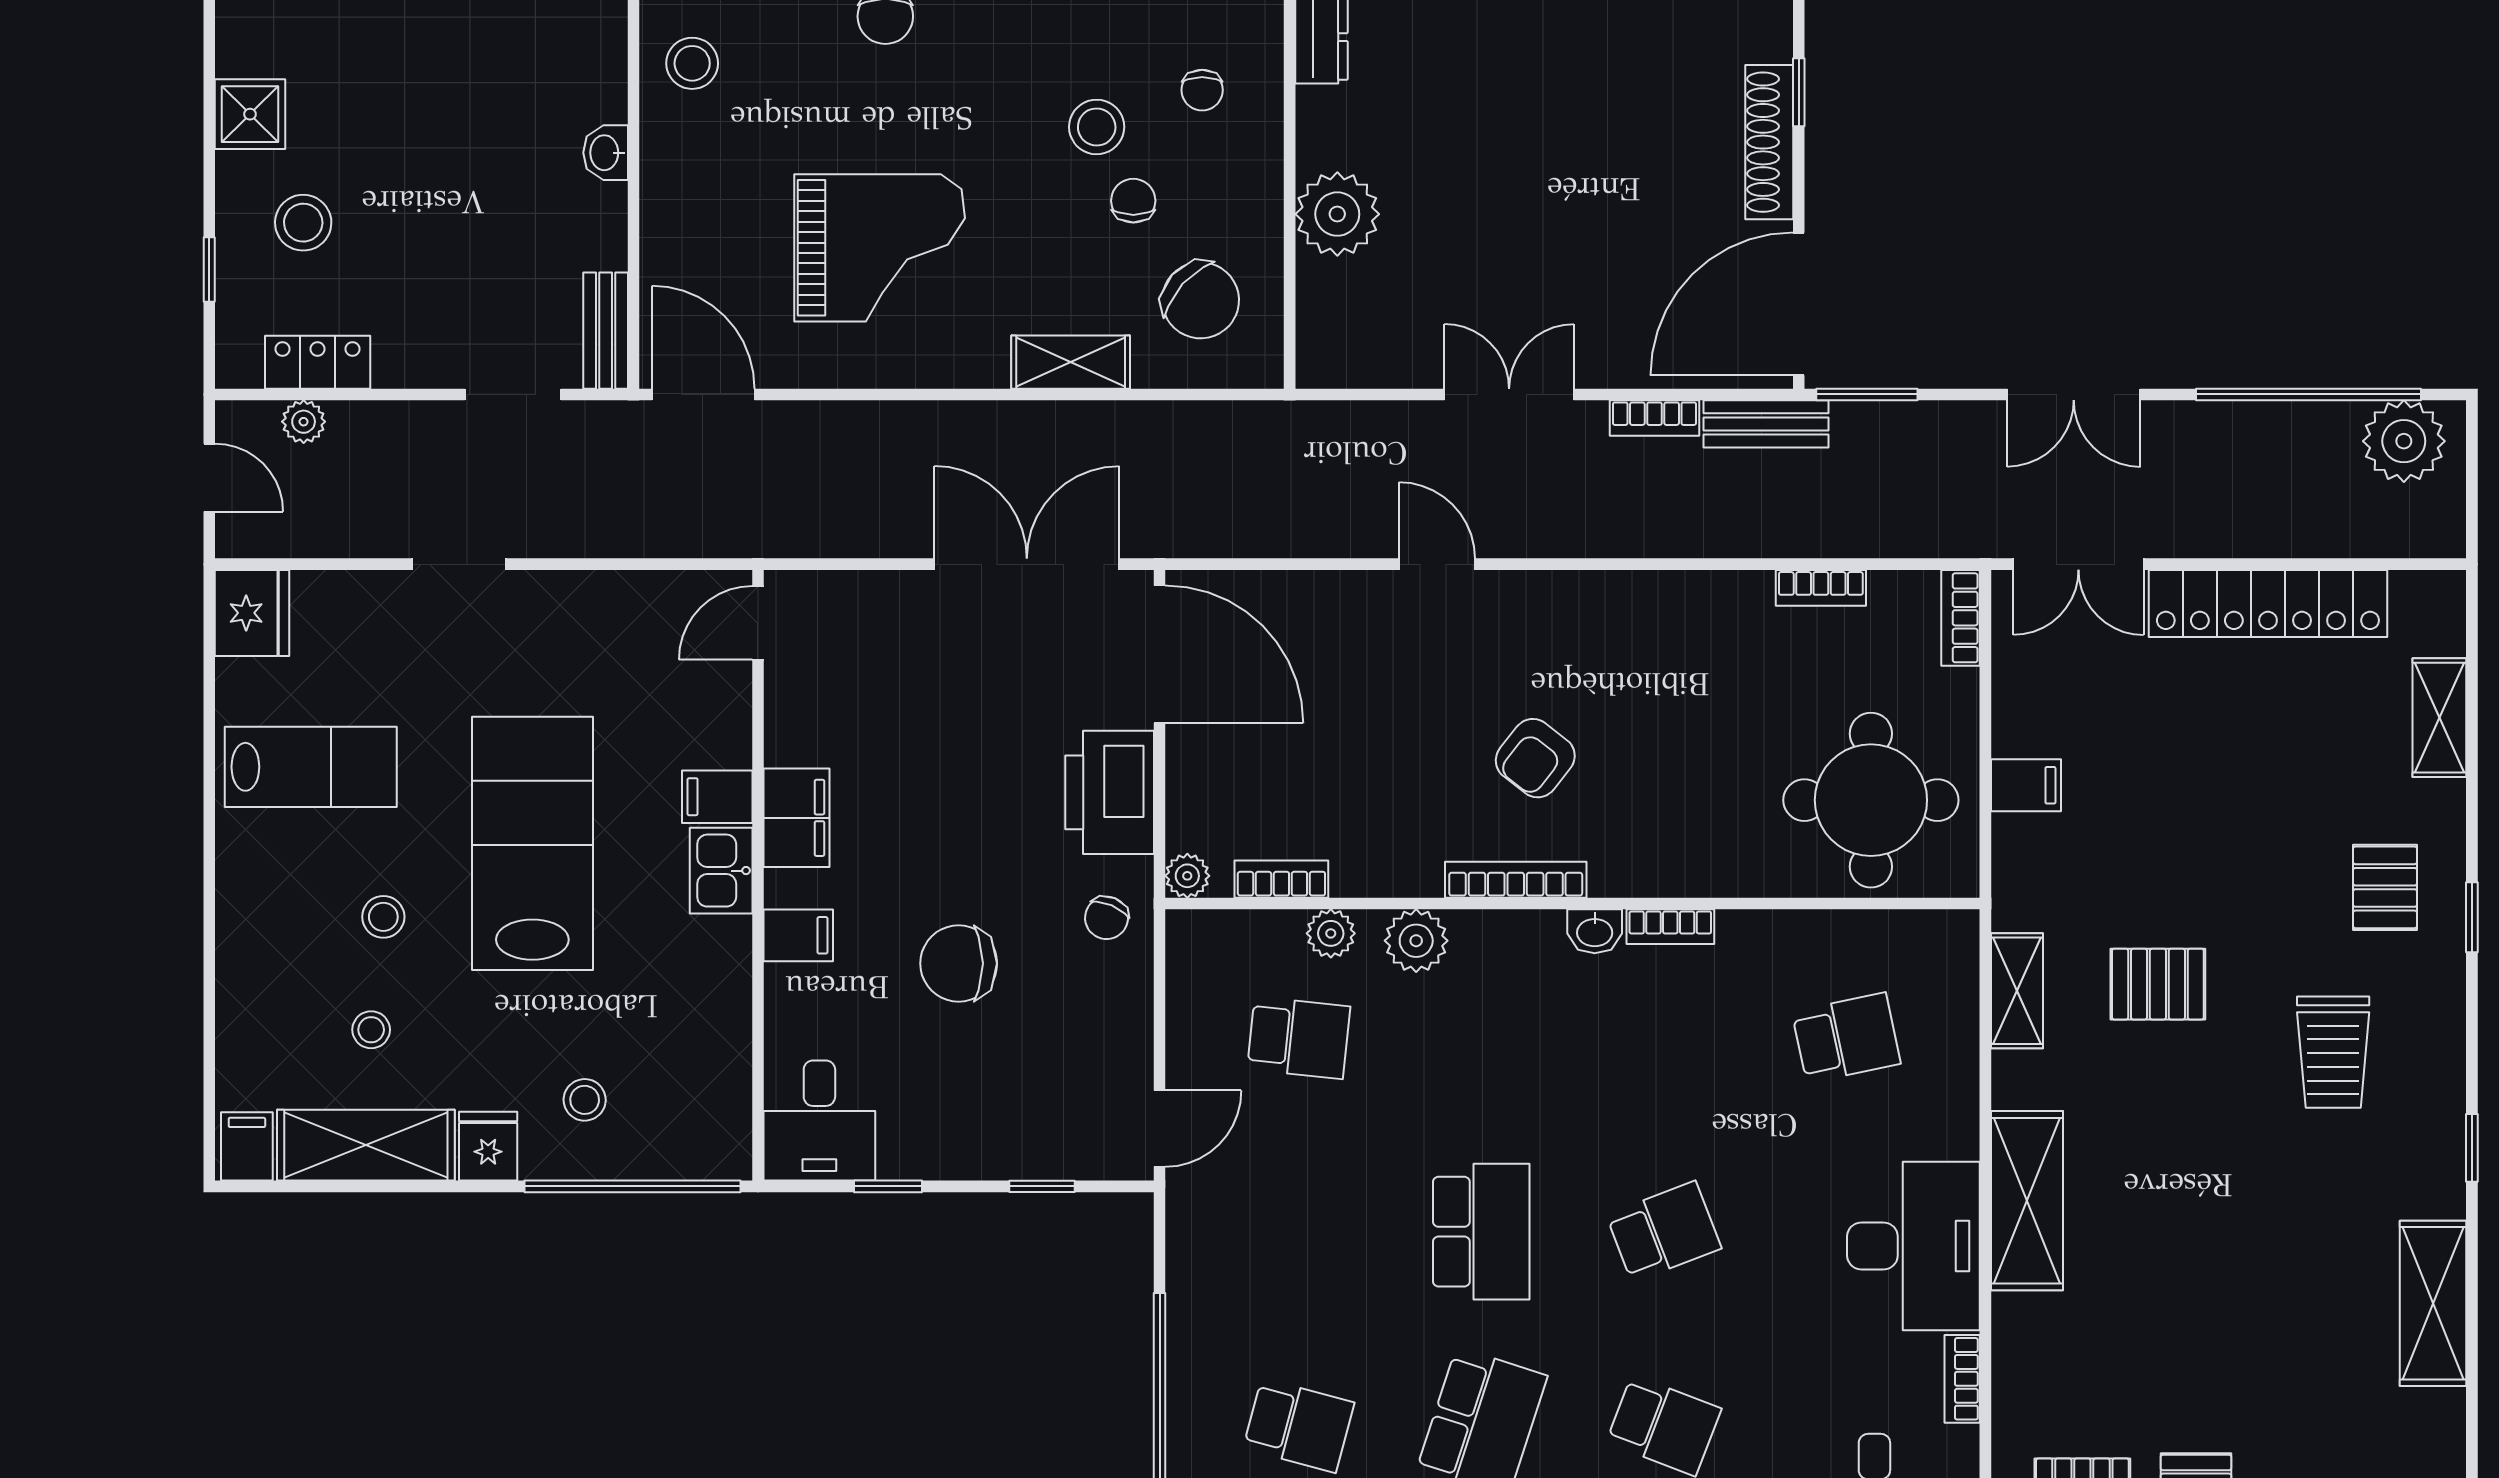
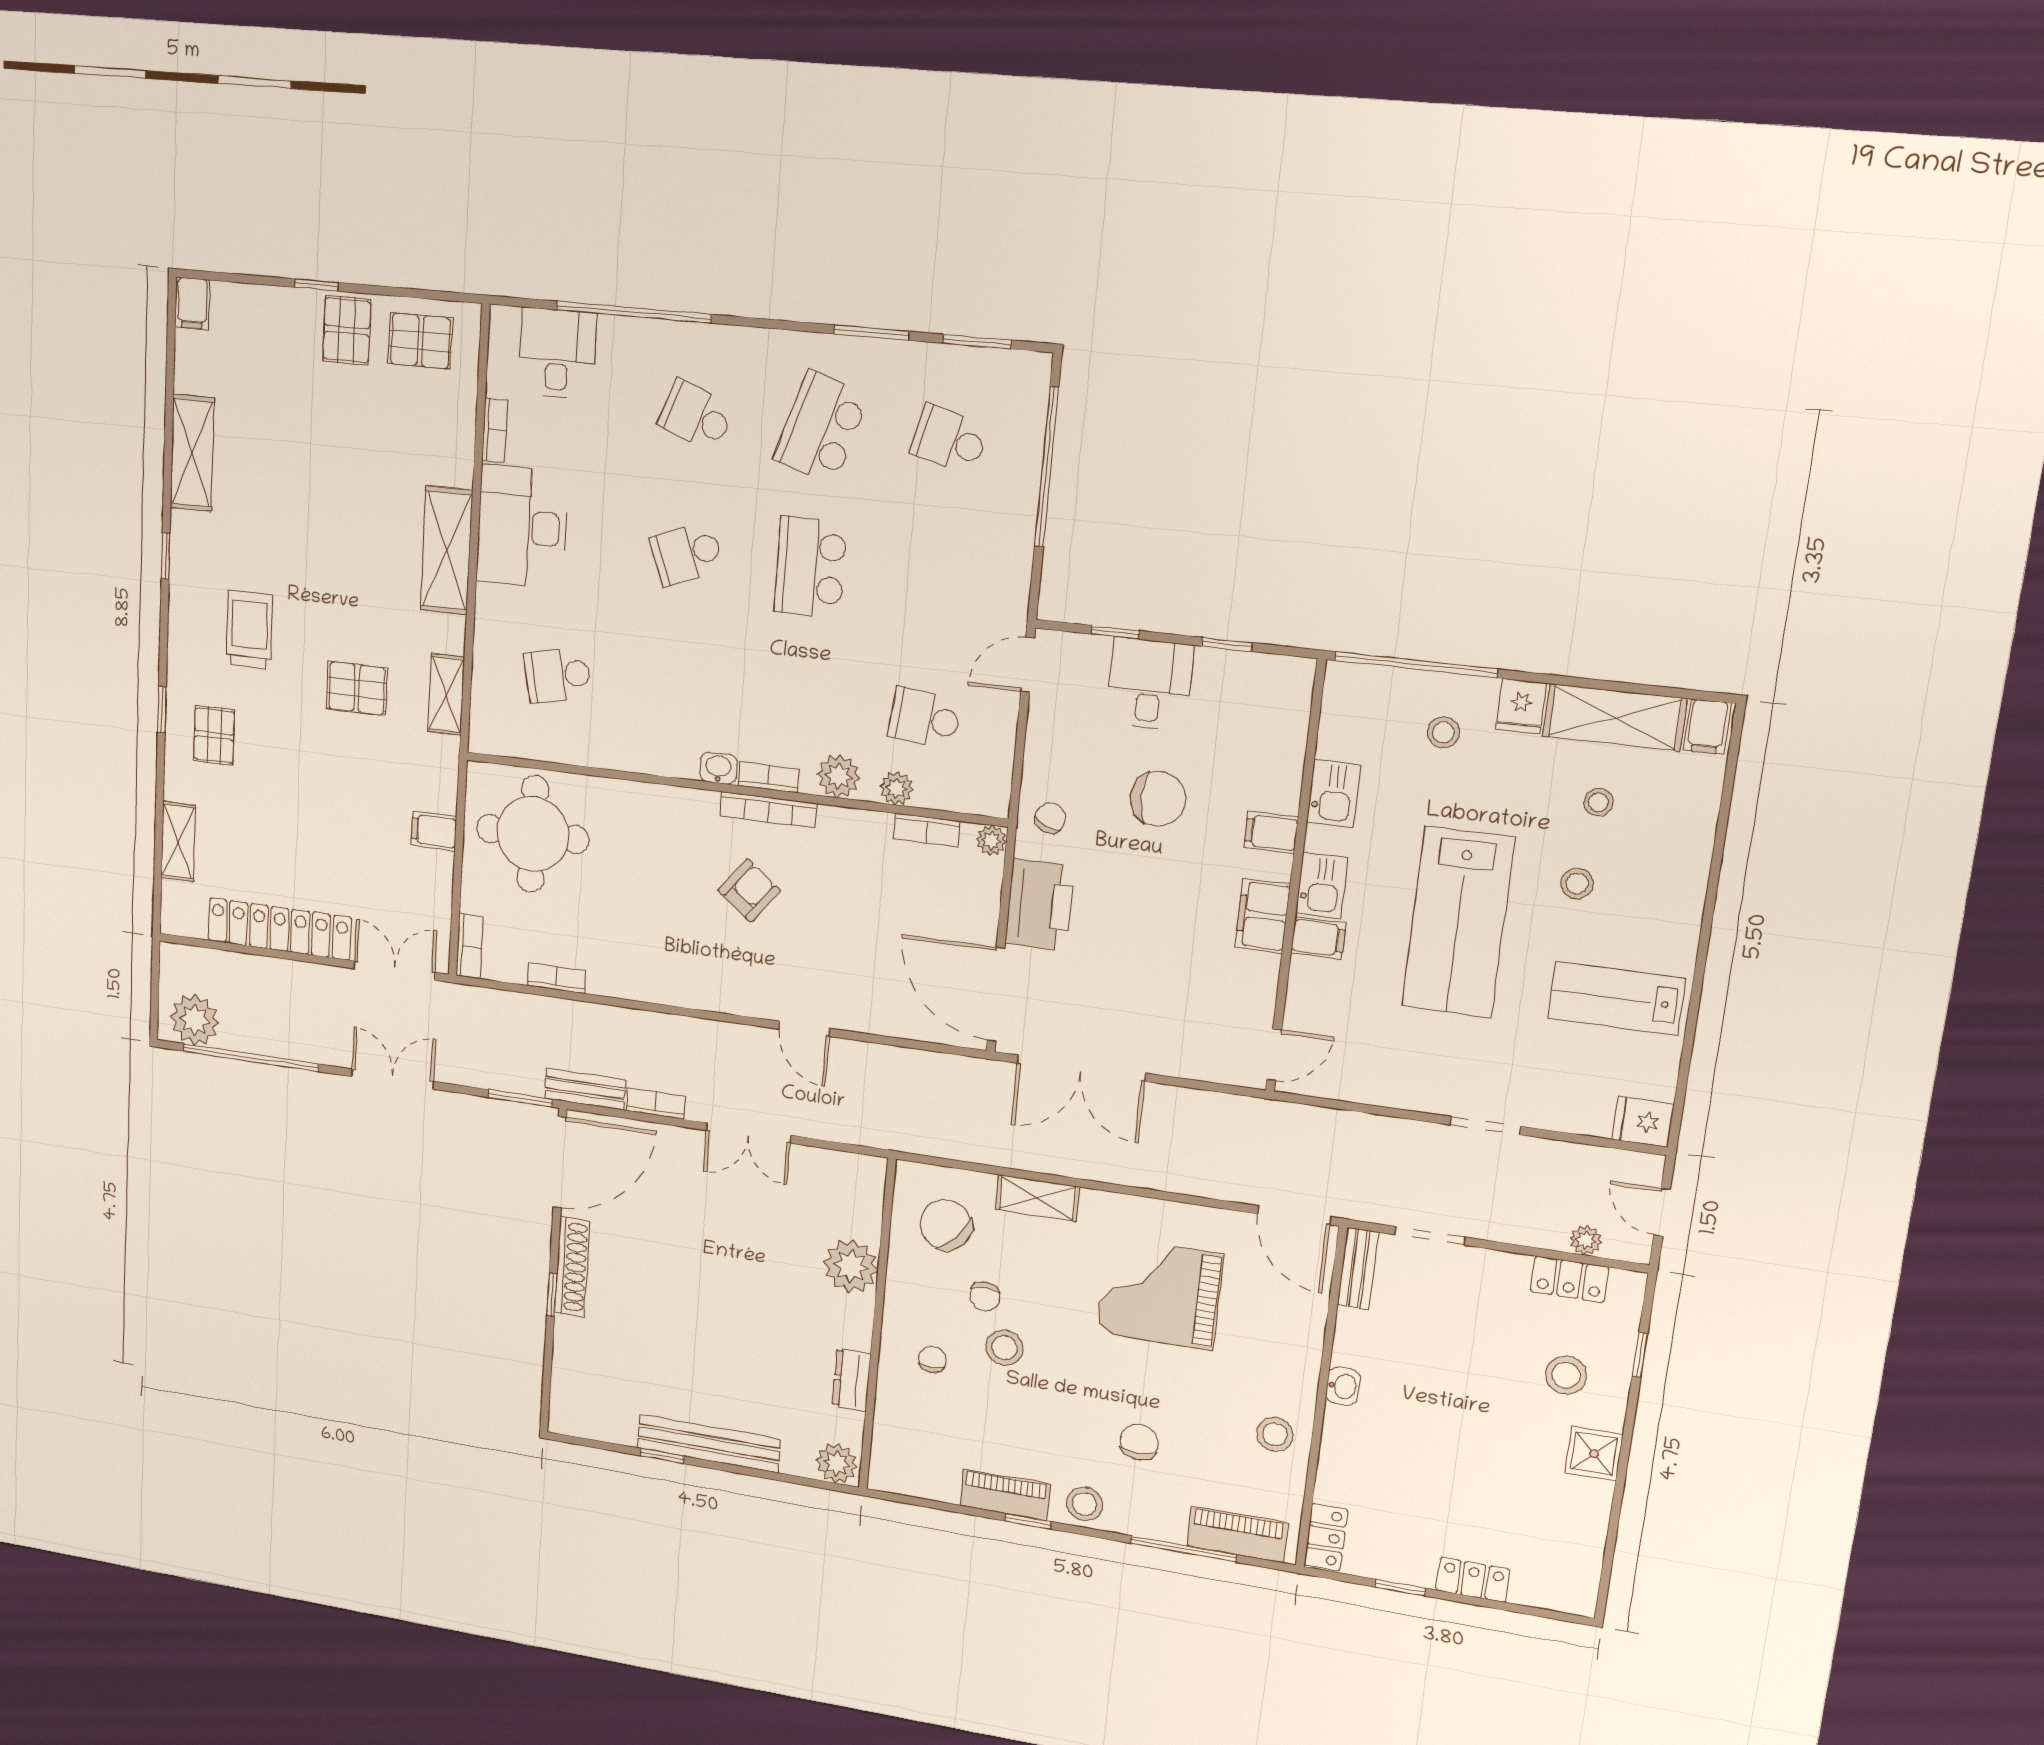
fridge: (252, 613) -> (1643, 1122), width x0.72
bookcase: (1670, 927) -> (769, 777), moved
kitchen sink: (720, 1000) -> (1334, 793), added
desk: (819, 1121) -> (1149, 684), moved

